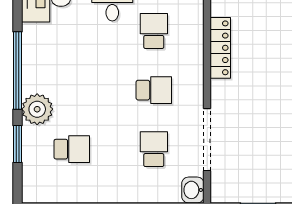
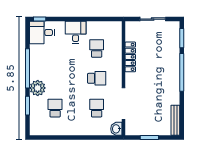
school desk: (72, 149) -> (55, 108), turned -90

